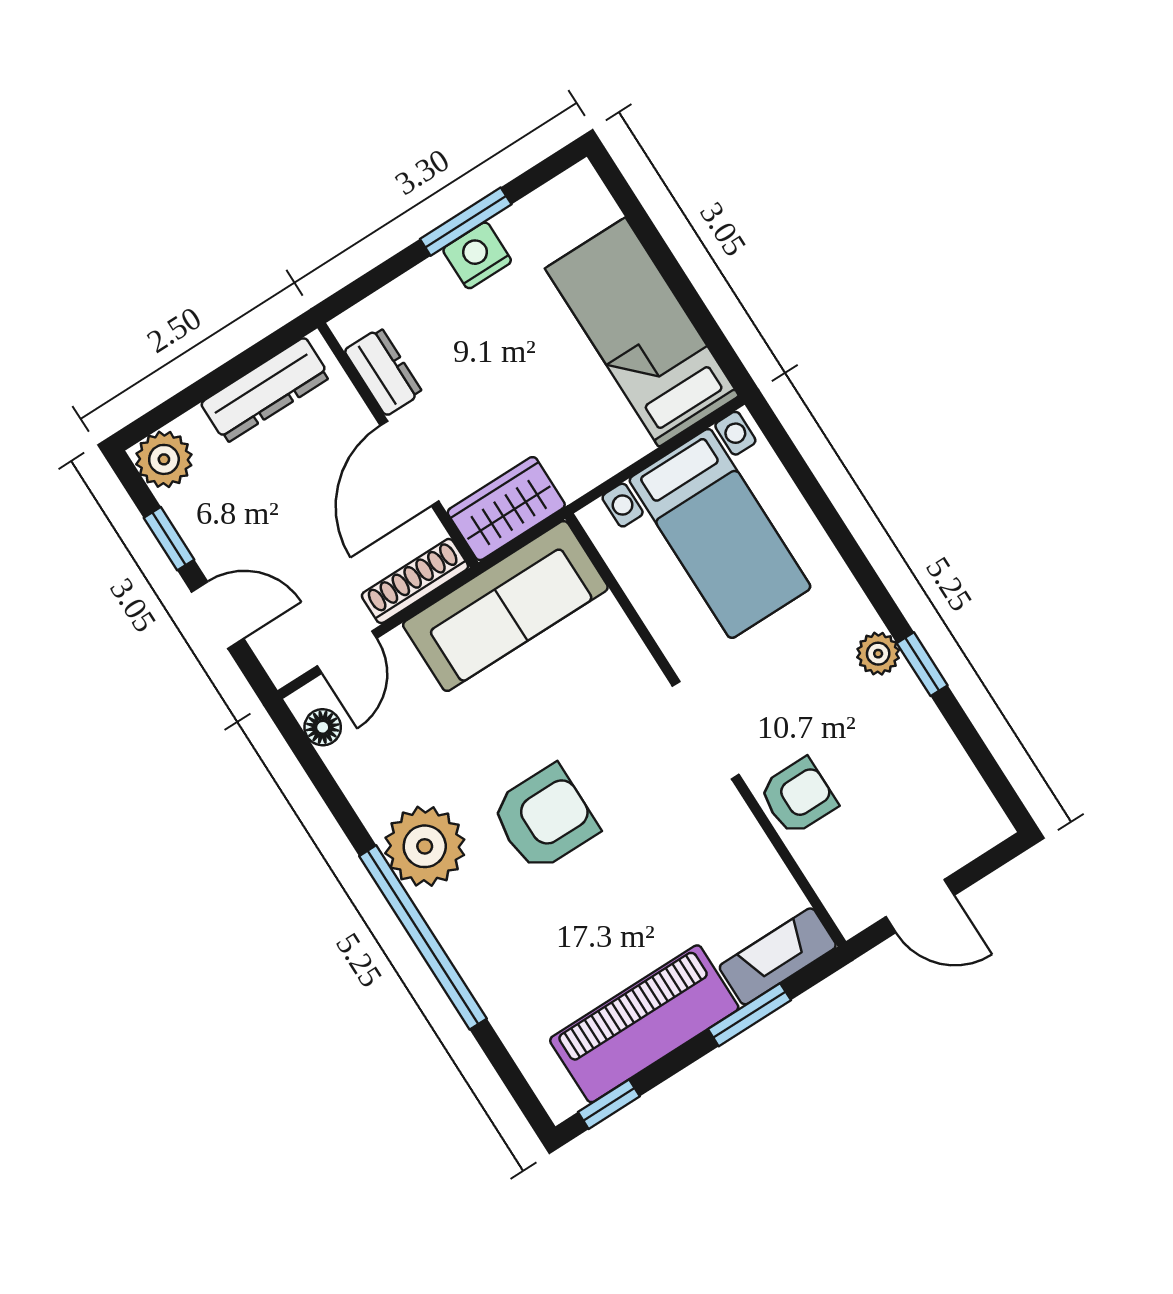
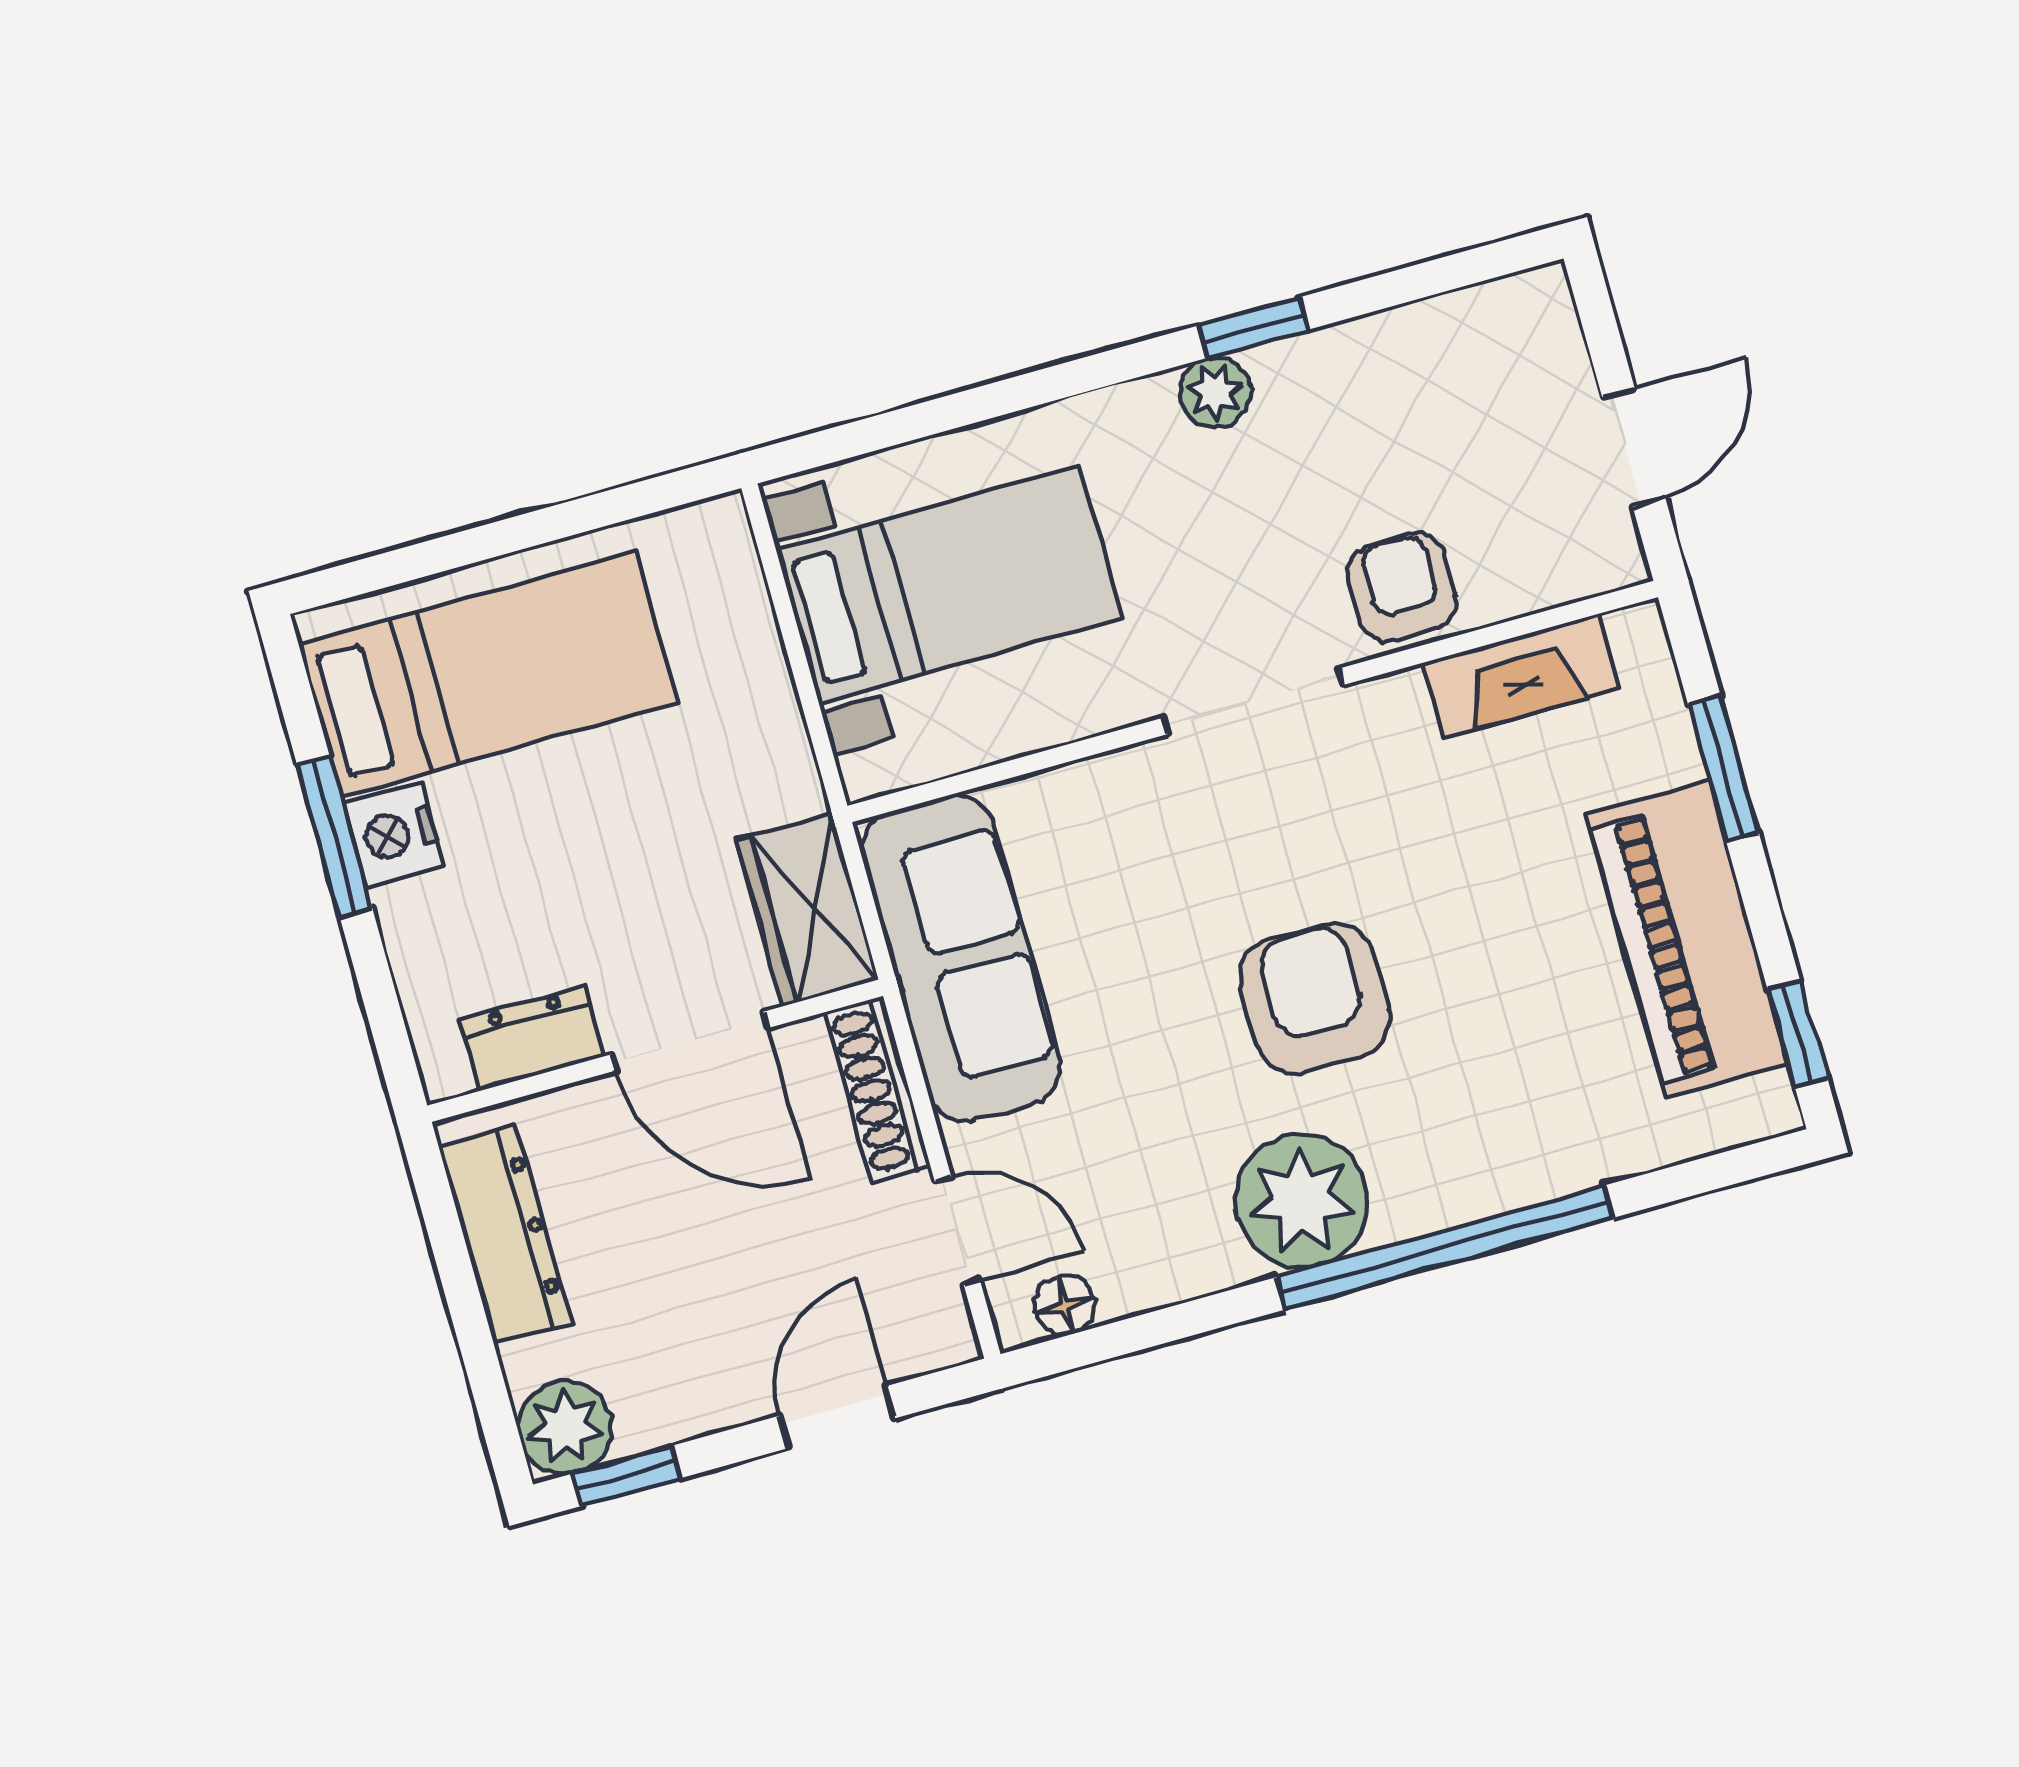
bed: (642, 332) -> (488, 674), moved, turned 180
window: (169, 539) -> (627, 1476), moved
fireplace: (778, 956) -> (1521, 676), moved, turned -90

